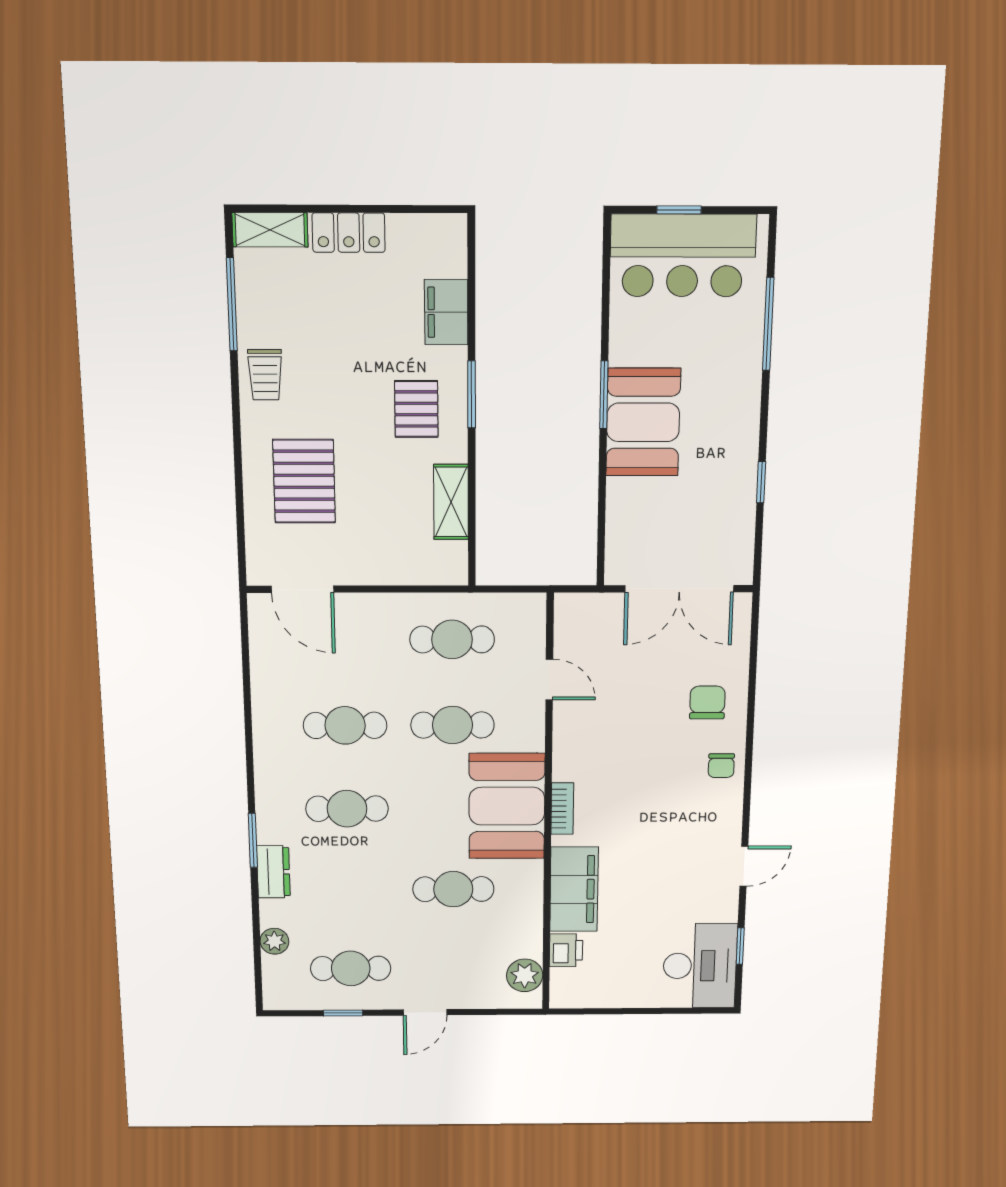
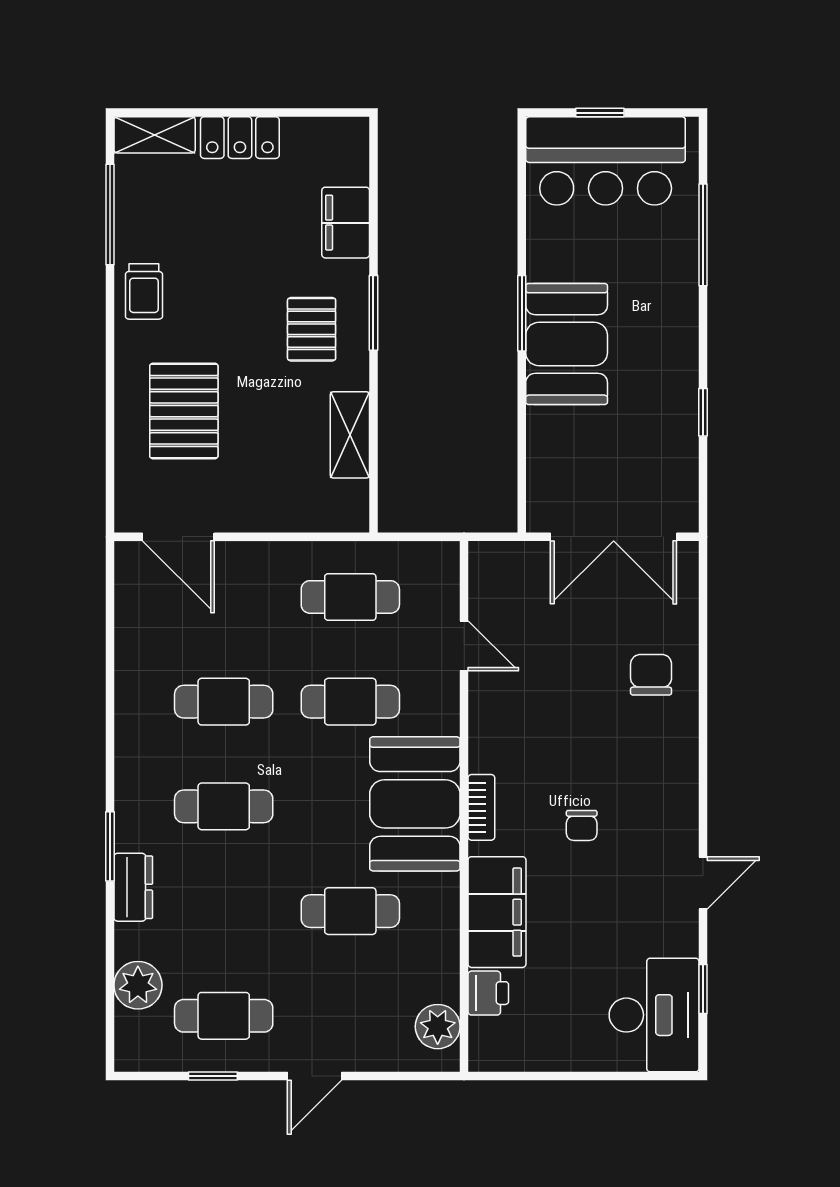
chair: (721, 766) -> (582, 825), moved
plant: (274, 941) -> (138, 985), width x1.38, depth x1.38

